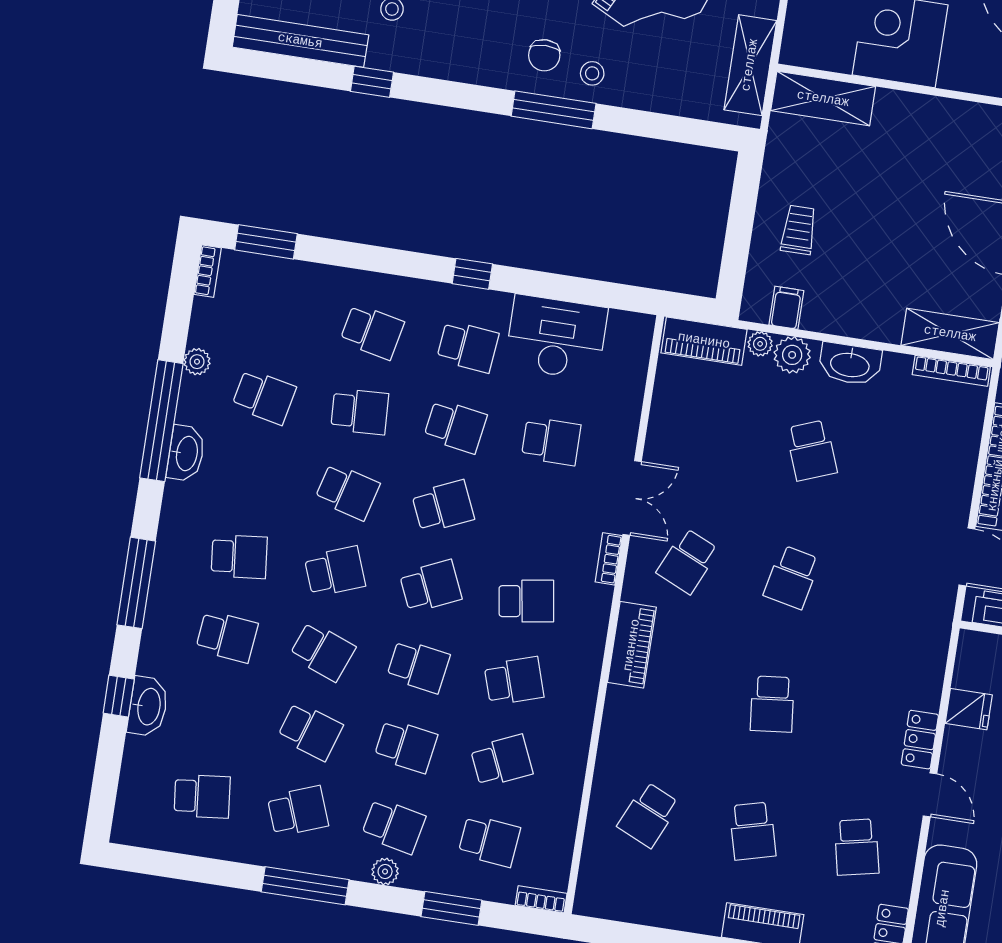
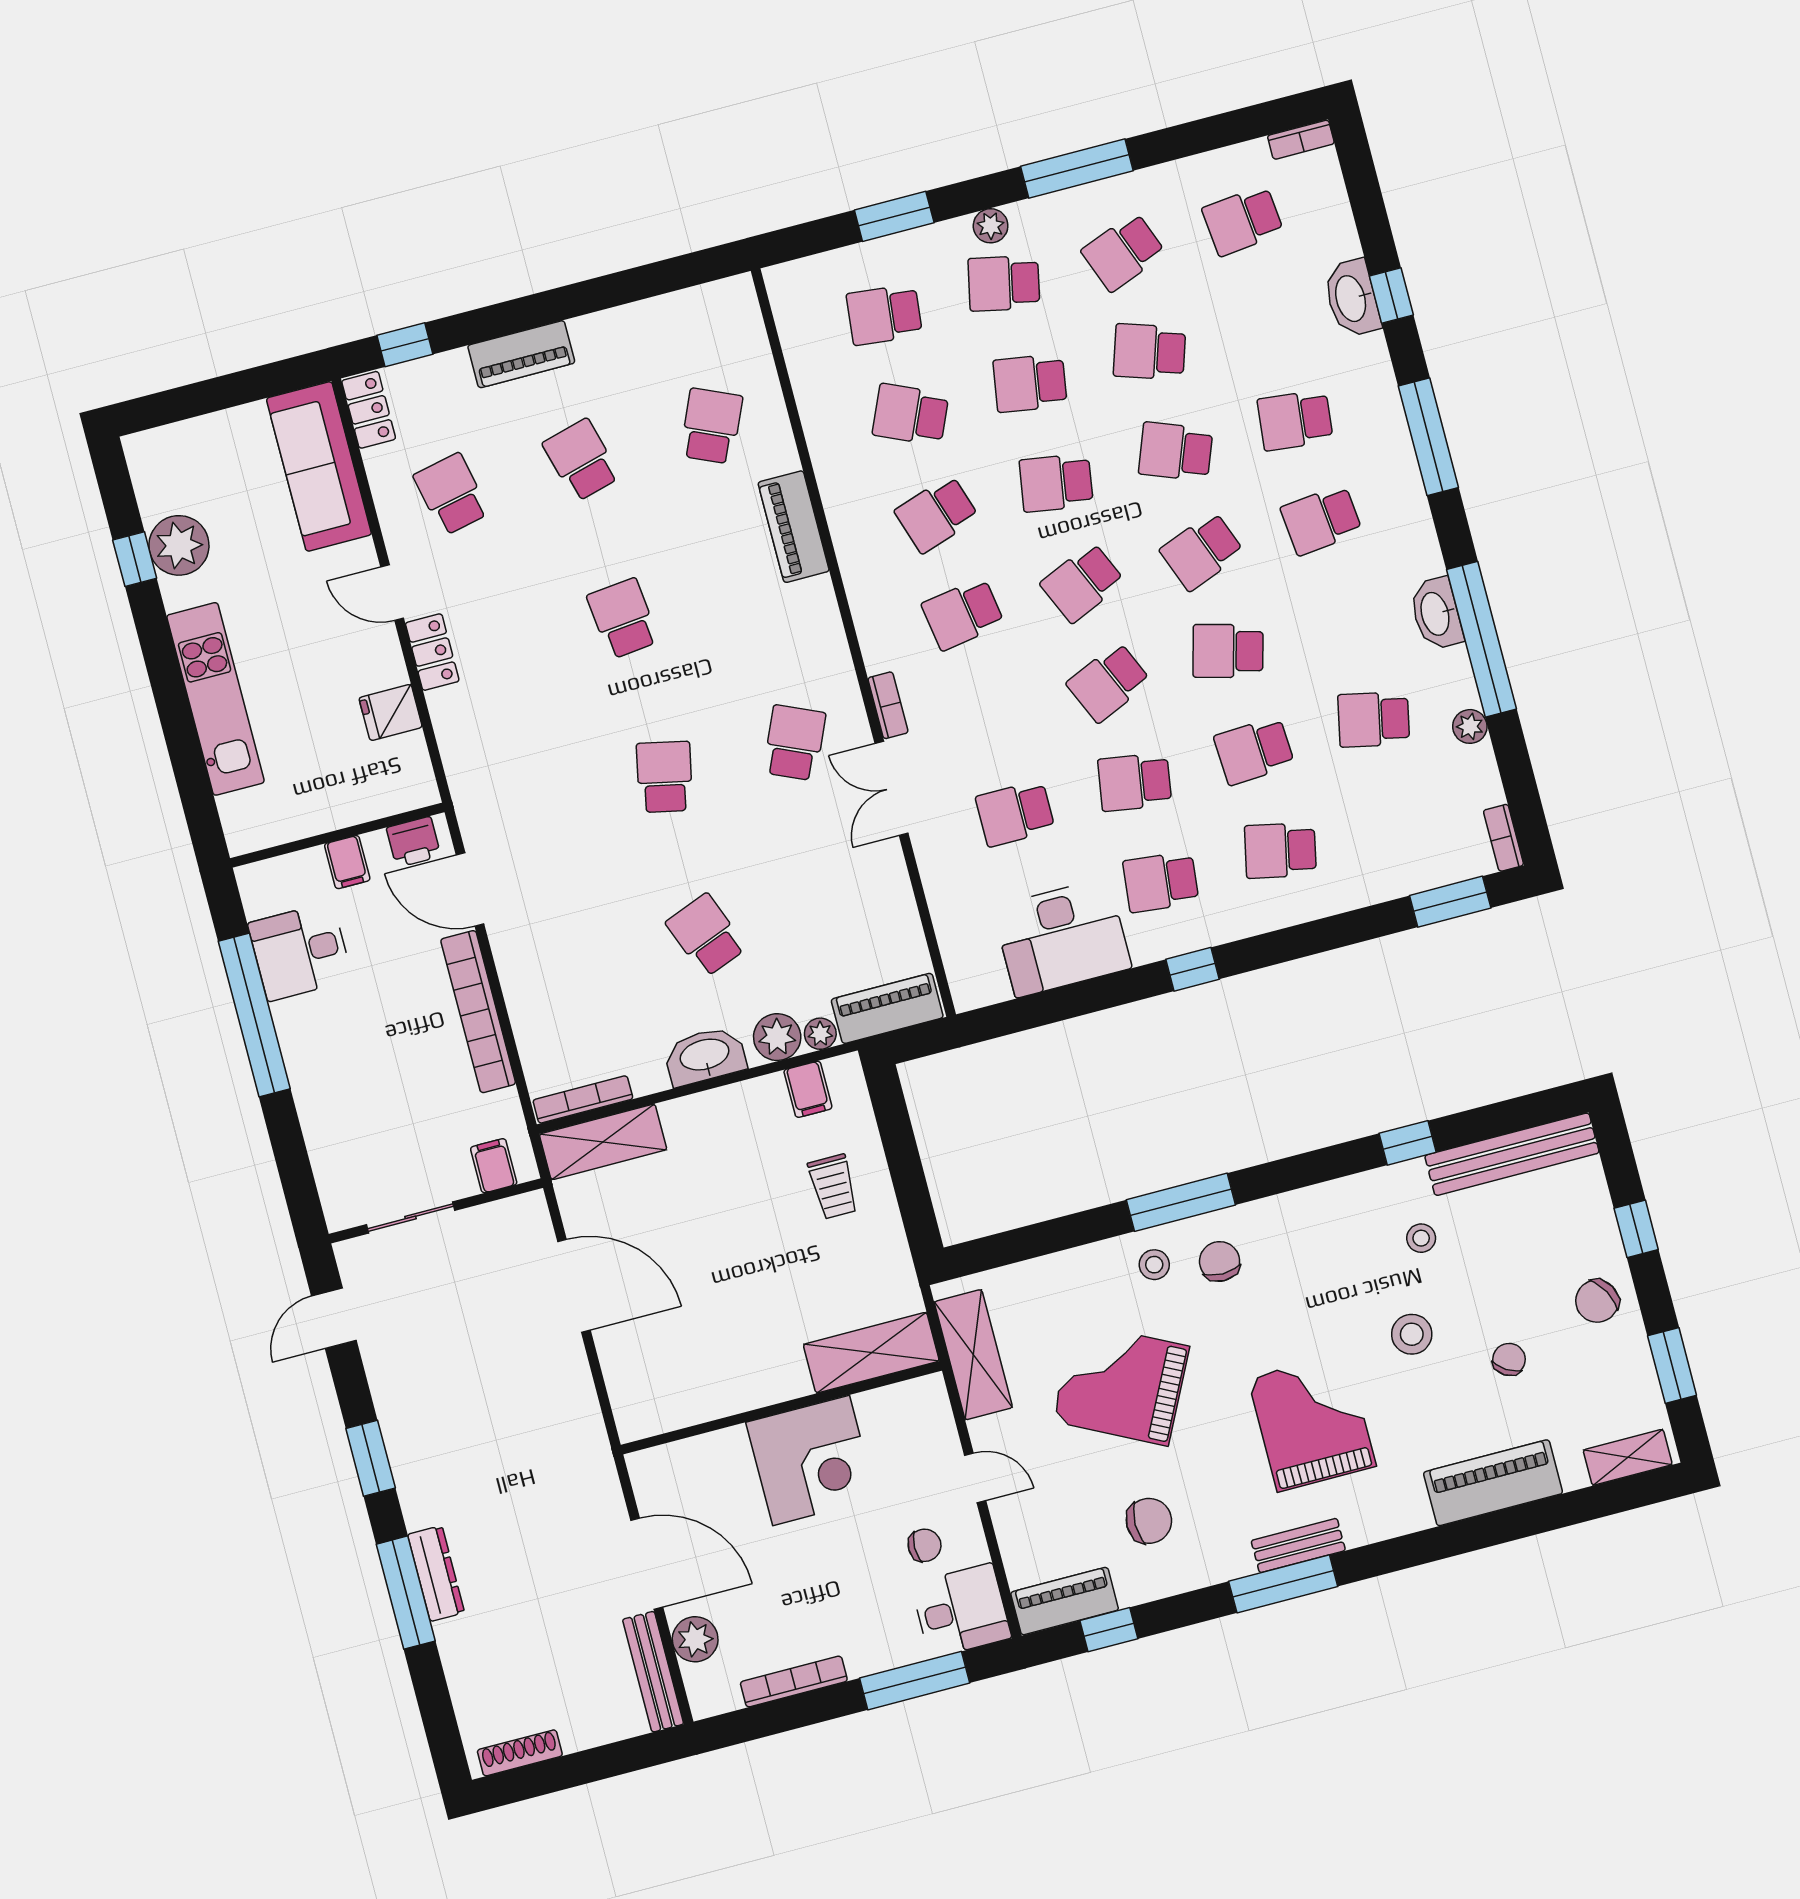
piano: (632, 645) -> (794, 527), moved
school desk: (502, 761) -> (910, 414), turned 48
bookcase: (541, 899) -> (1301, 140), moved

